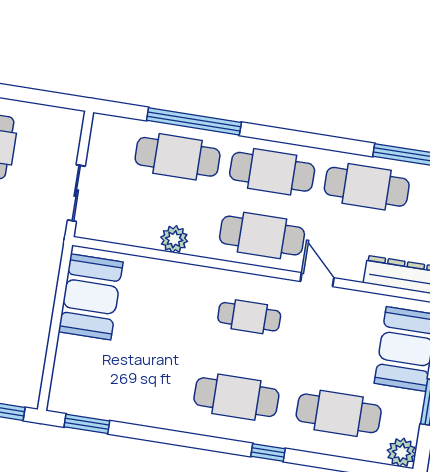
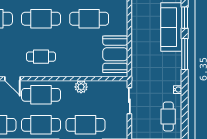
cafe table: (134, 381) -> (89, 19), added

